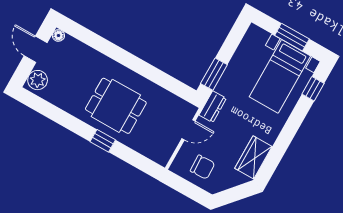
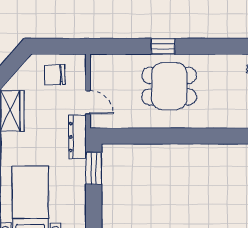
dresser: (213, 107) -> (77, 137), width x1.44
door: (188, 130) -> (88, 102), swing flipped

